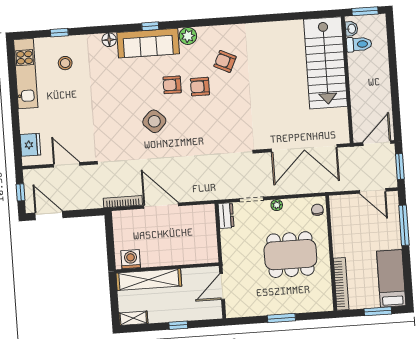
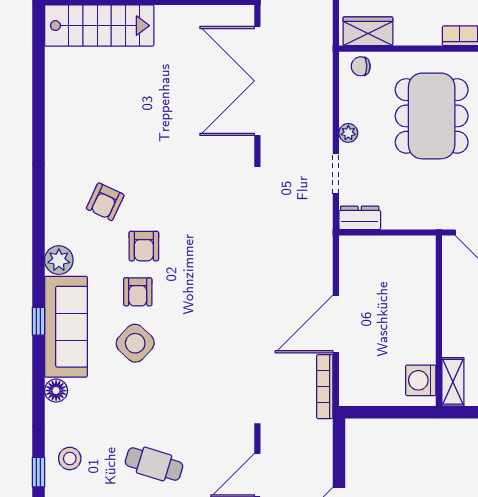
stool: (65, 63) -> (70, 459), moved
stairs: (326, 63) -> (99, 26), width x0.73, depth x0.66
cafe table: (69, 102) -> (154, 464), added
side table: (154, 121) -> (135, 343), moved
double door: (304, 148) -> (257, 81), swing flipped
wardrobe: (339, 213) -> (368, 31), added
shelving: (149, 280) -> (453, 382), width x0.45, depth x0.75

